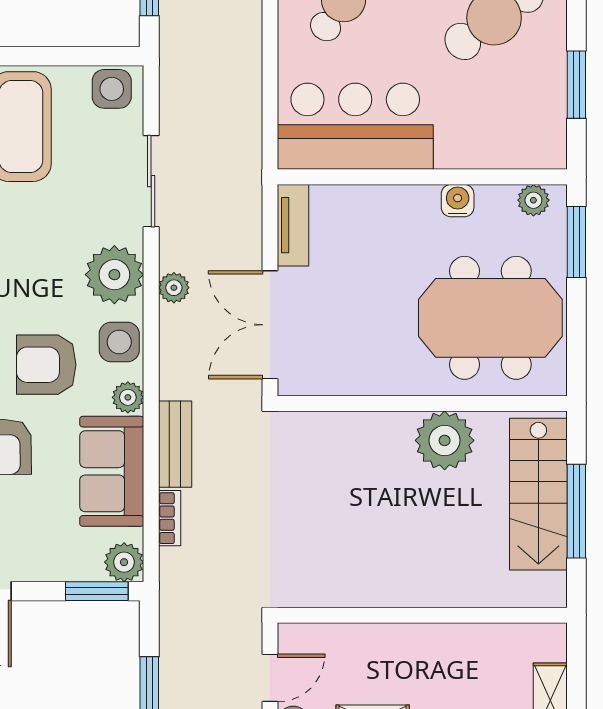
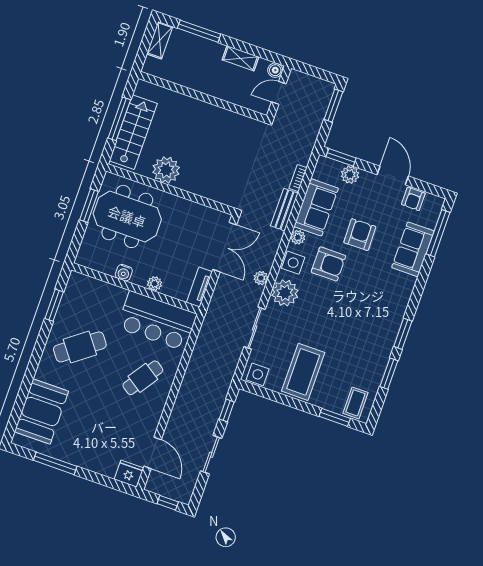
plant: (533, 200) -> (155, 284), moved
window: (576, 242) -> (89, 206), moved
plant: (124, 562) -> (350, 175), moved

